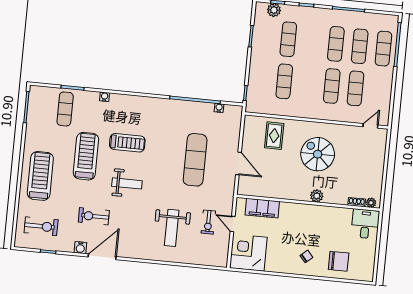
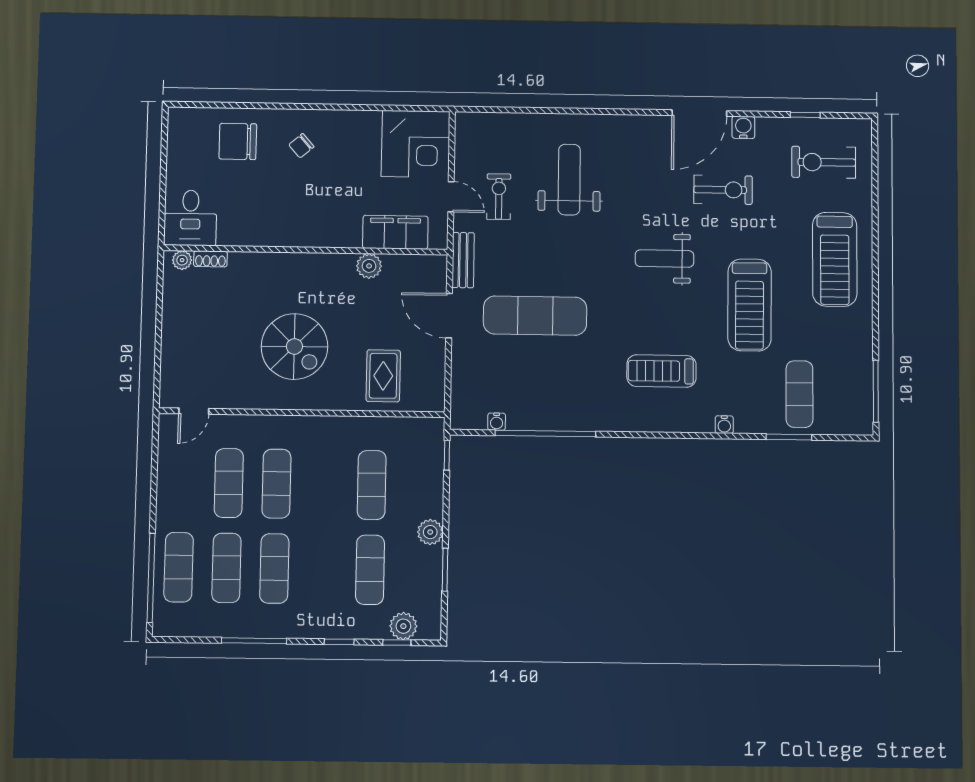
plant: (257, 55) -> (430, 532), added
treadmill: (127, 143) -> (661, 371), moved
exercise mat: (195, 160) -> (535, 316), turned 90
bench: (229, 191) -> (463, 260), added
plant: (317, 196) -> (369, 266), moved

